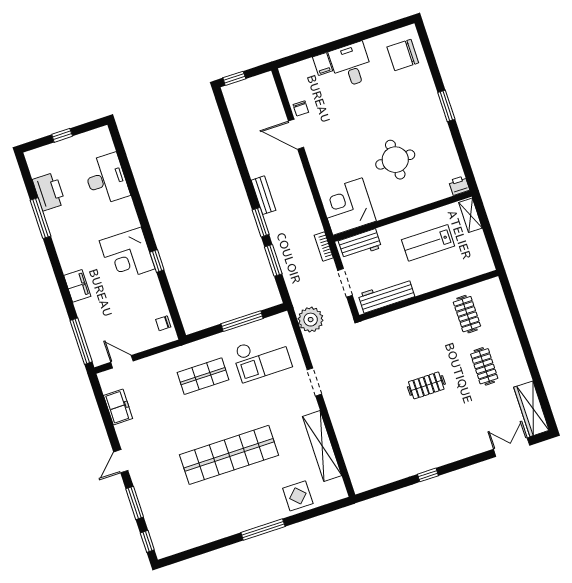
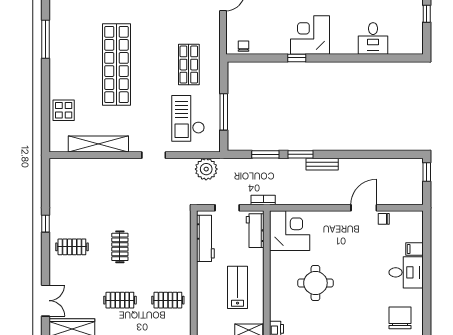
desk: (106, 179) -> (373, 38), width x0.73
clothes rail: (444, 438) -> (72, 247), added
window: (263, 530) -> (45, 39), moved

